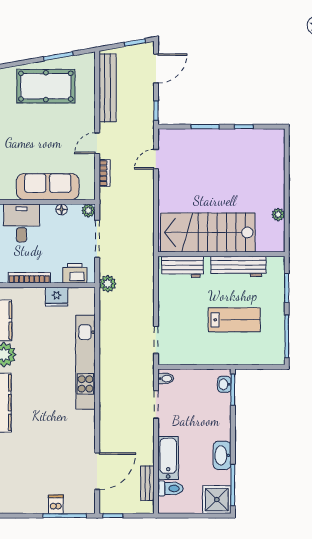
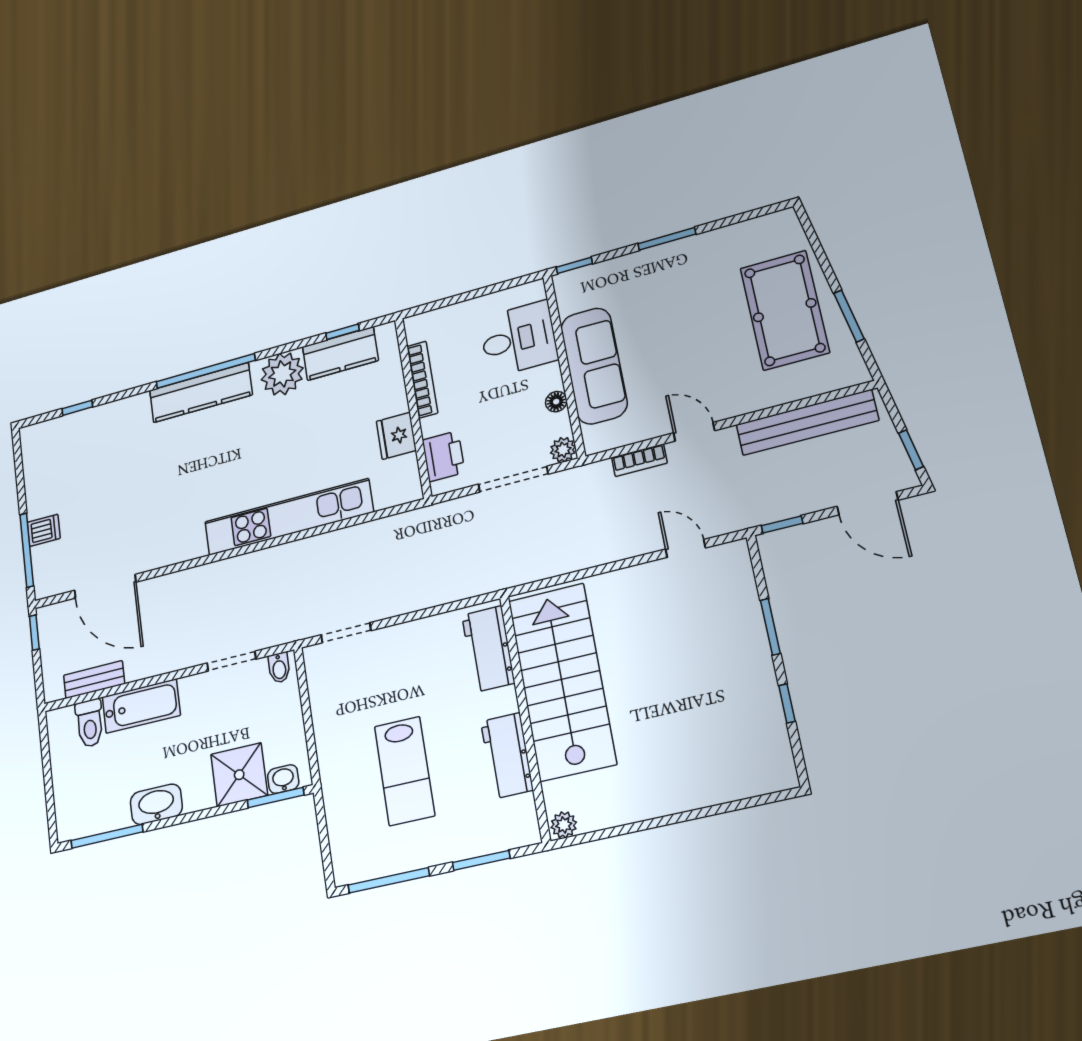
plant: (278, 215) -> (564, 825), moved
workbench: (238, 266) -> (507, 756), width x0.73
plant: (108, 284) -> (434, 519), removed
shower: (217, 500) -> (239, 775), moved

